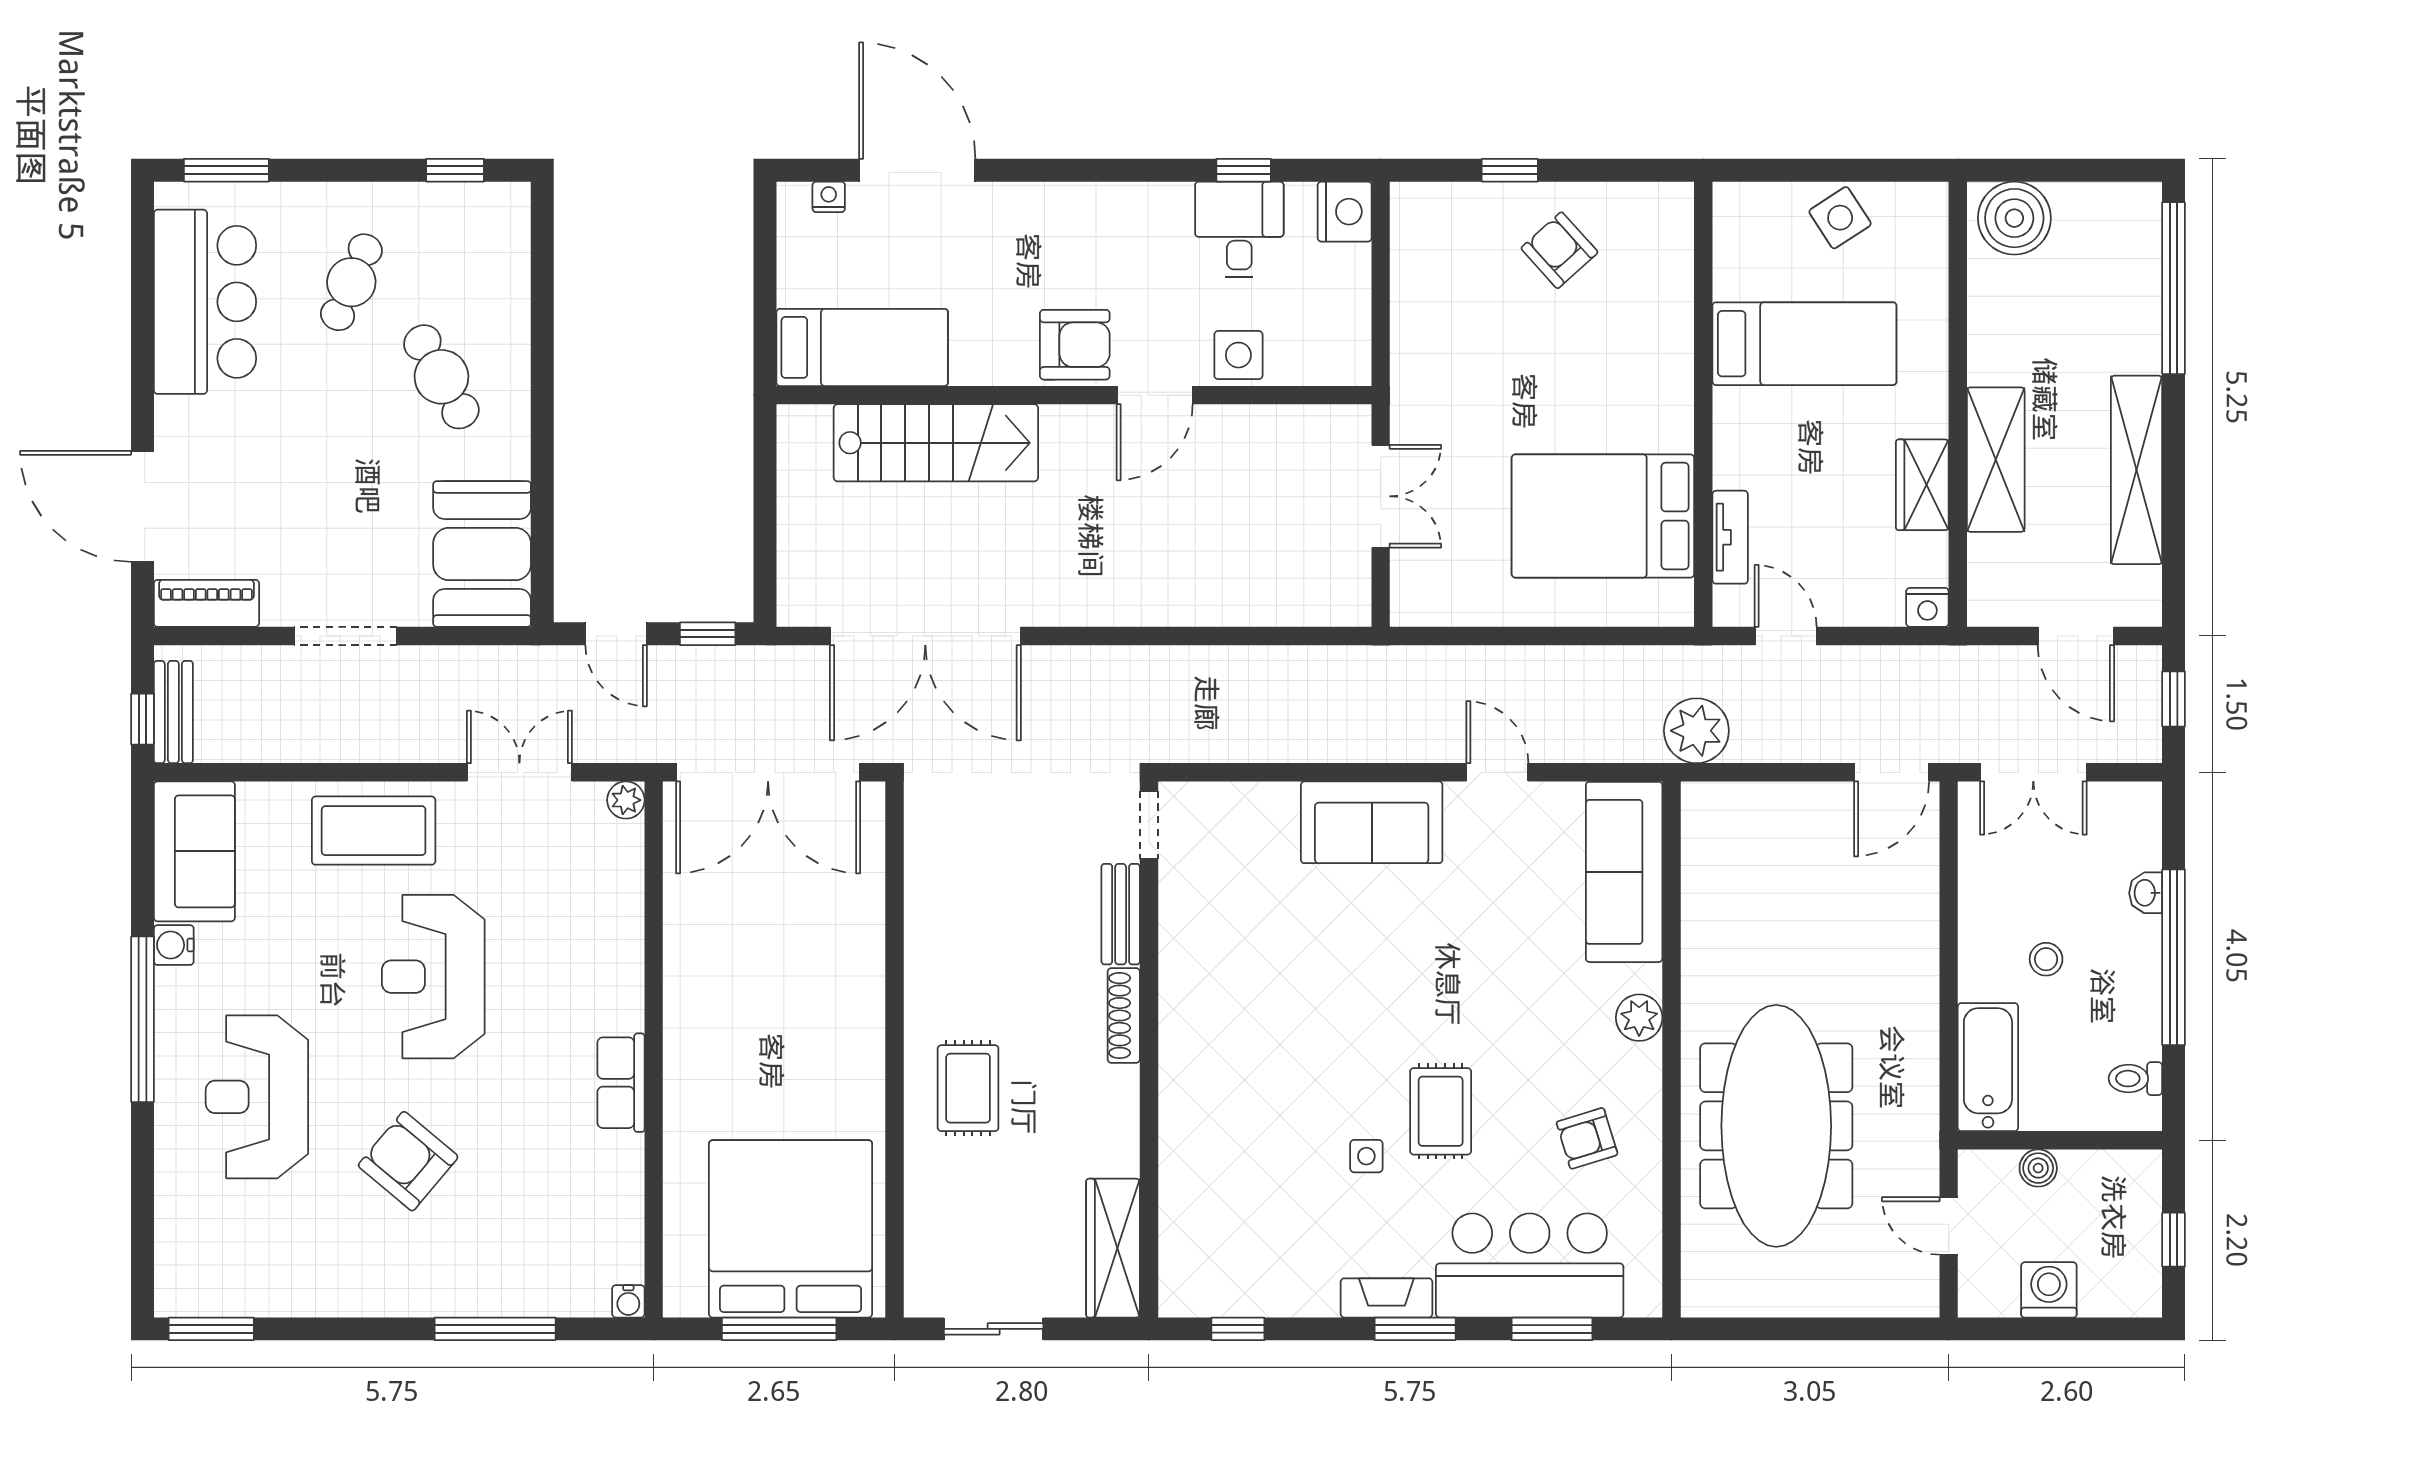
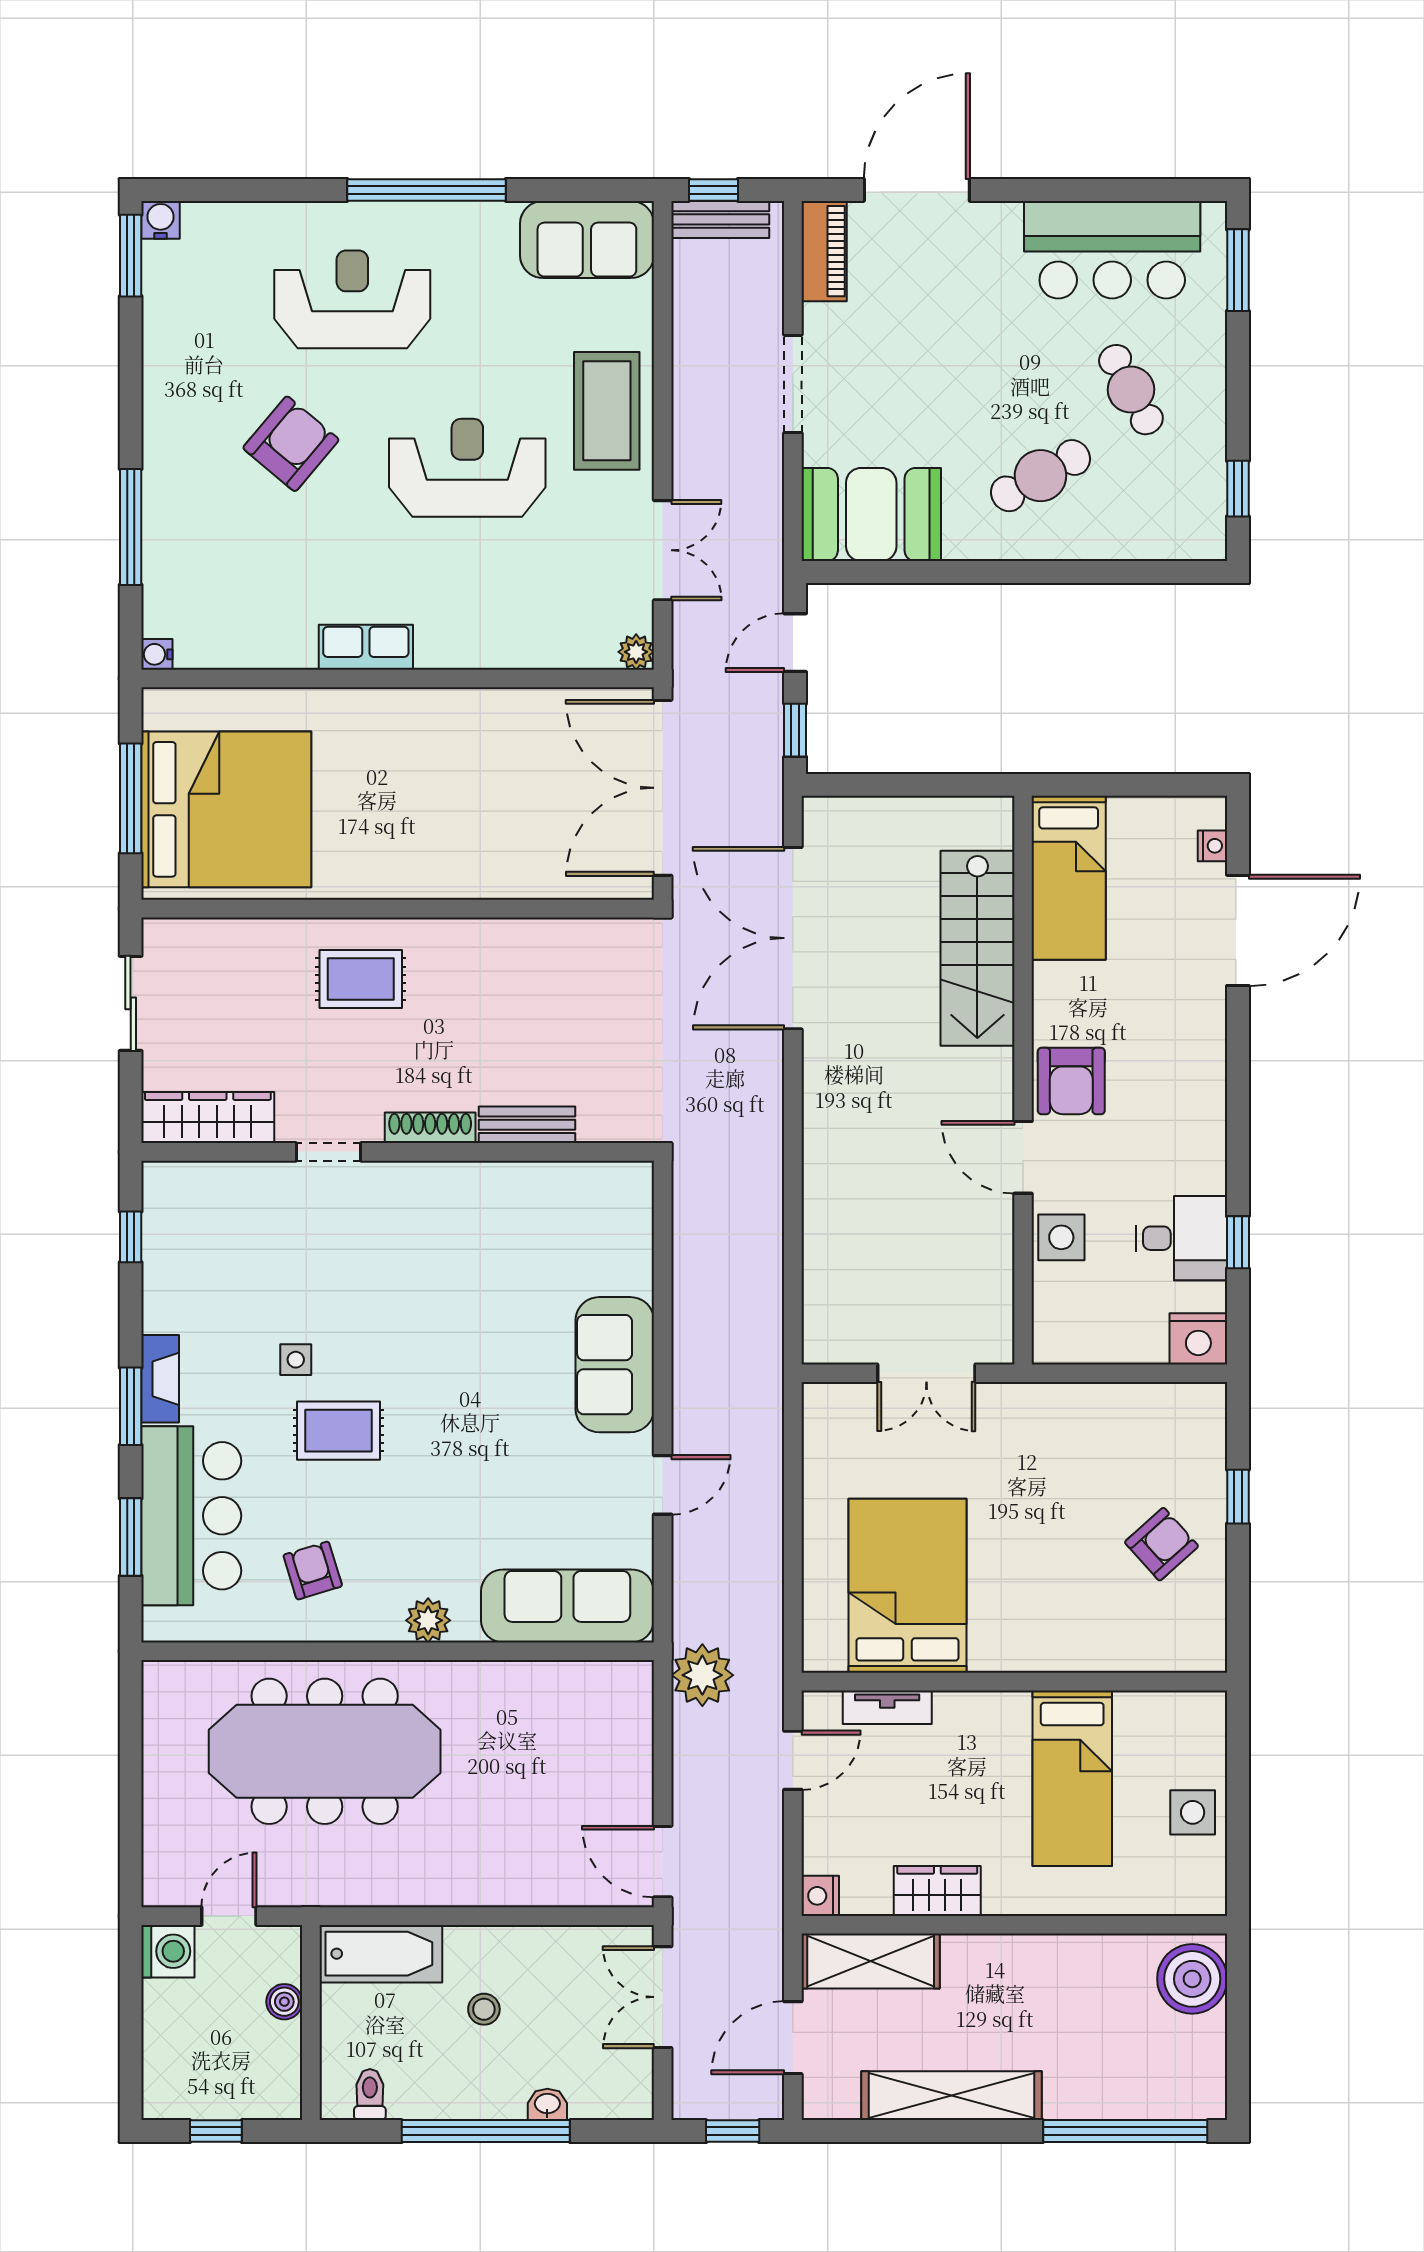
side table: (1840, 218) -> (1193, 1812), turned 33
cafe table: (351, 282) -> (1131, 390), turned 39
shelving: (1996, 460) -> (871, 1961), moved
doorway: (1149, 825) -> (328, 1152), moved
water cooler: (174, 945) -> (161, 220), moved
washing machine: (2049, 1290) -> (168, 1951), moved

